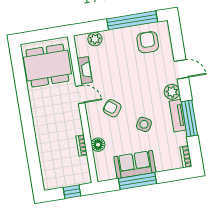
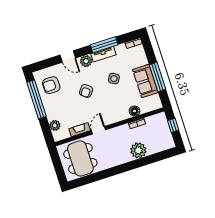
door: (181, 69) -> (68, 57), swing flipped
armchair: (112, 108) -> (86, 91), moved
plant: (47, 142) -> (138, 150), added

